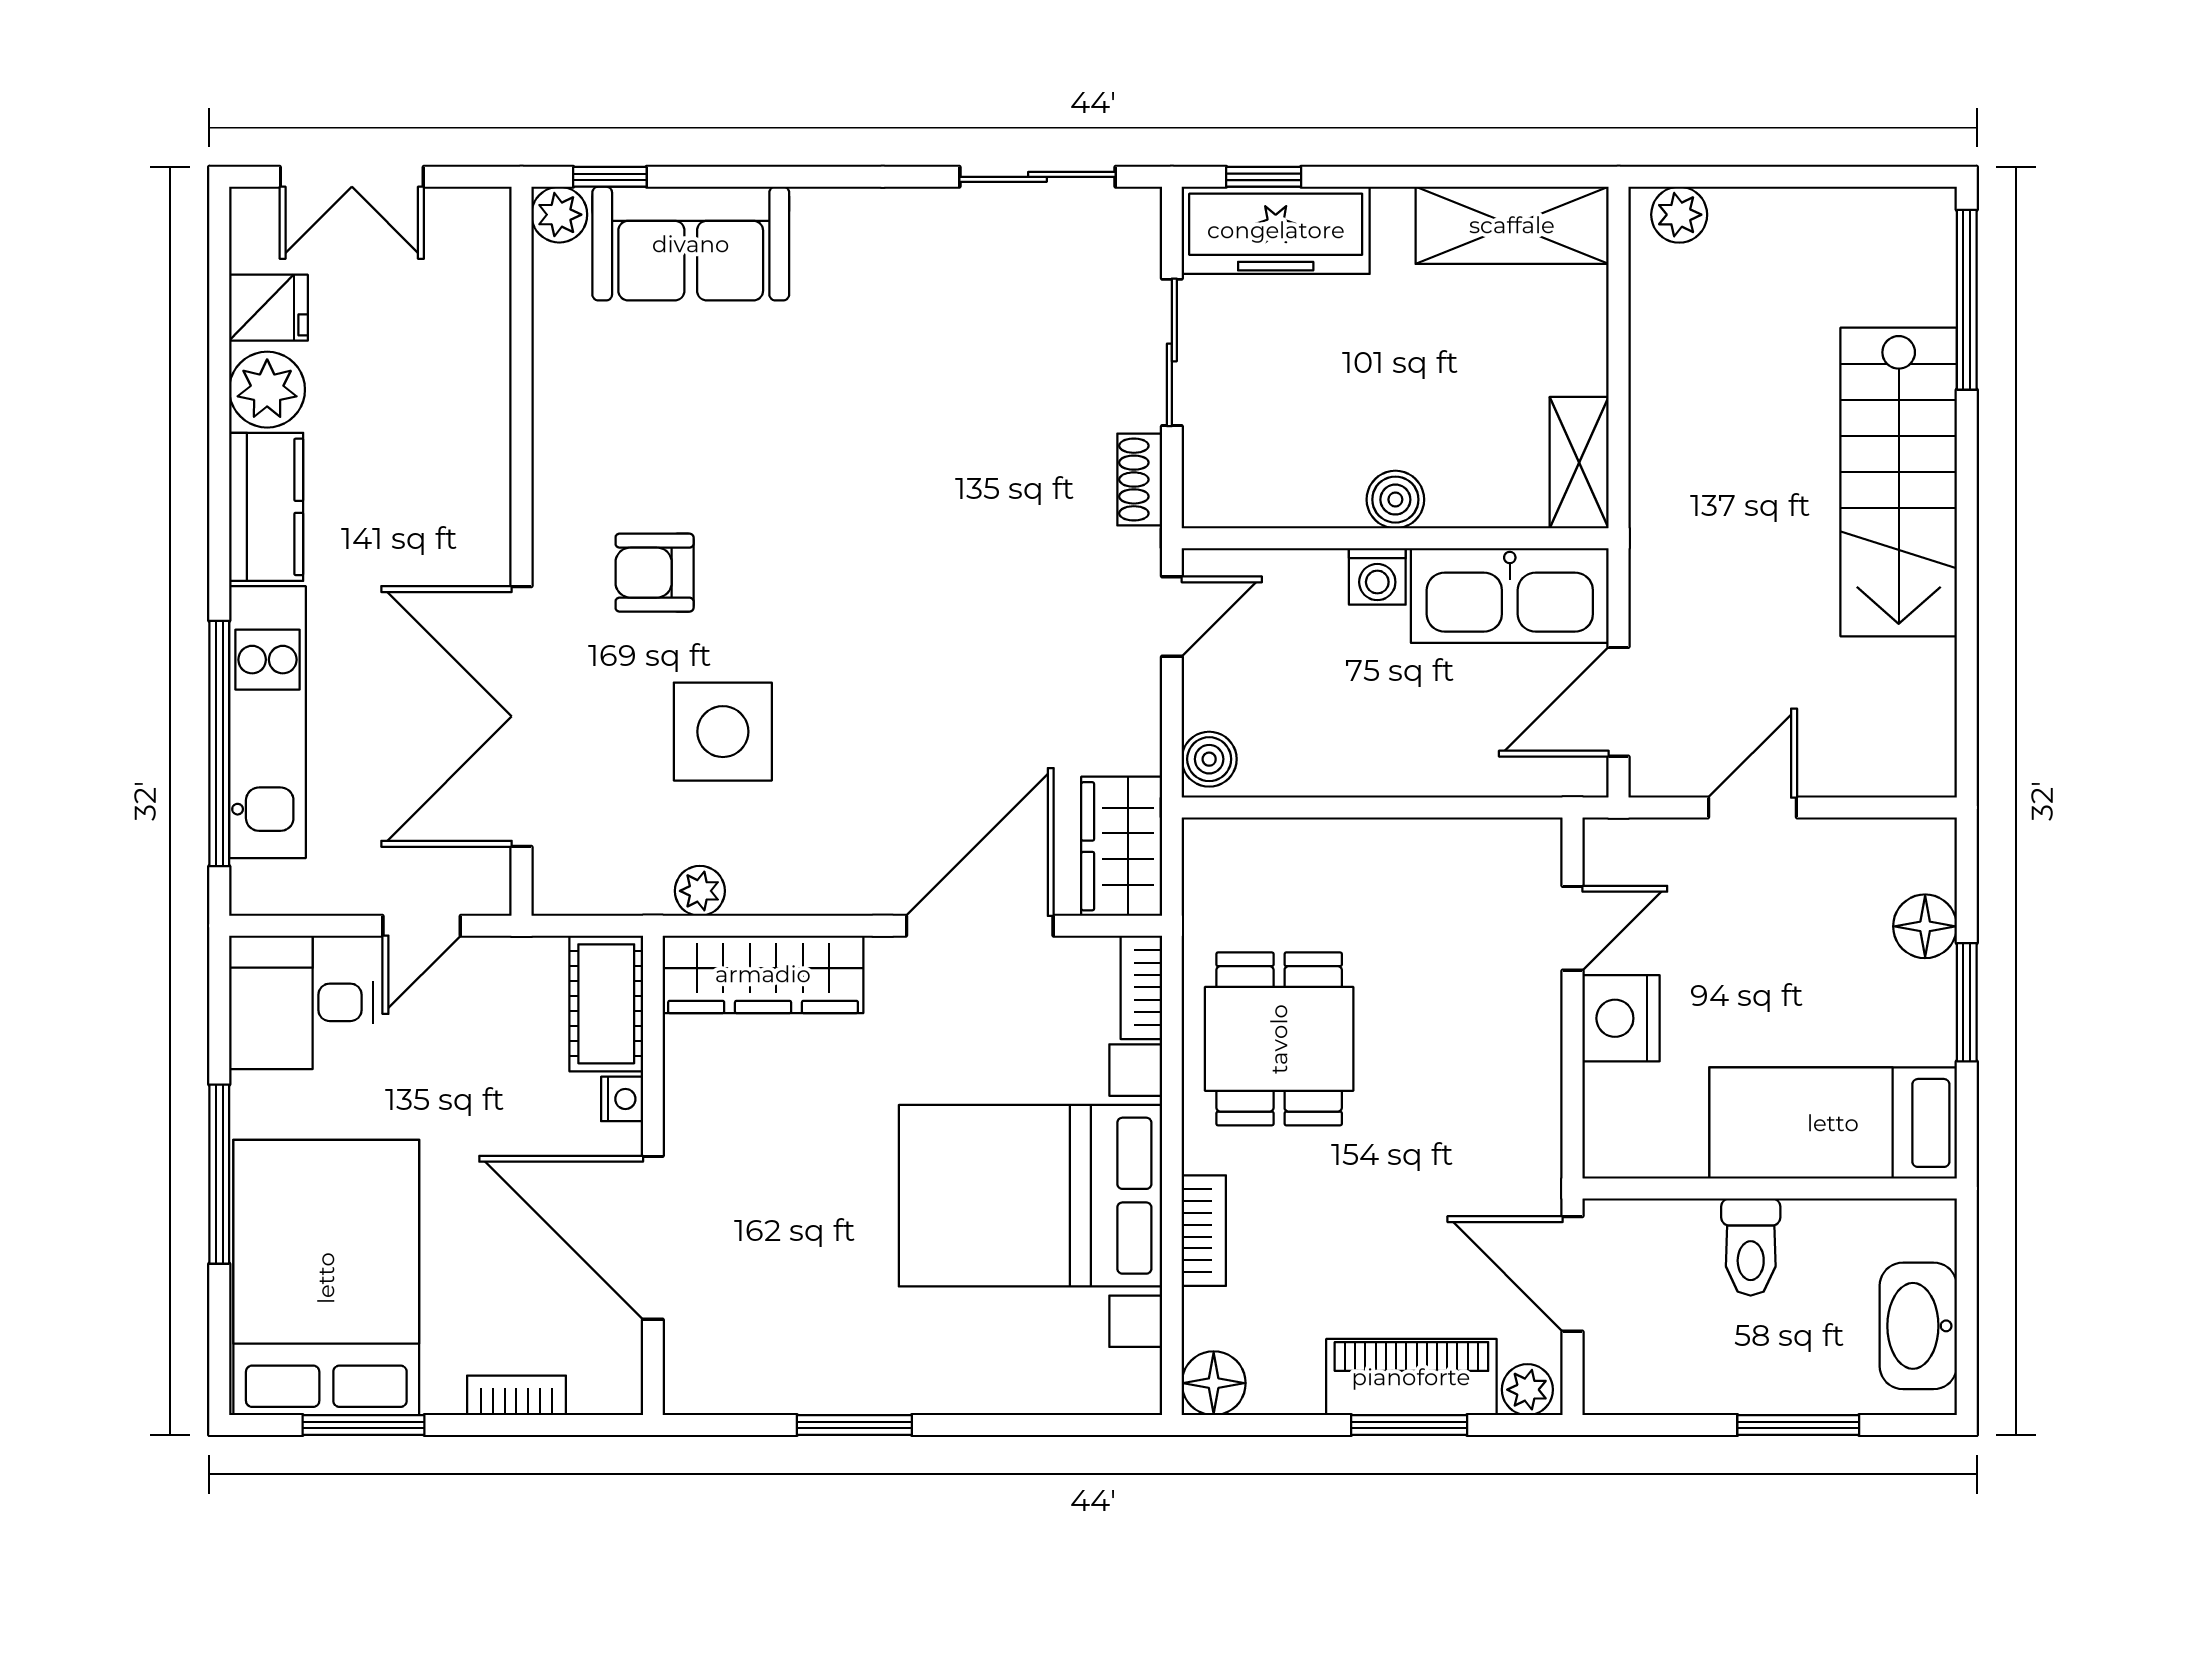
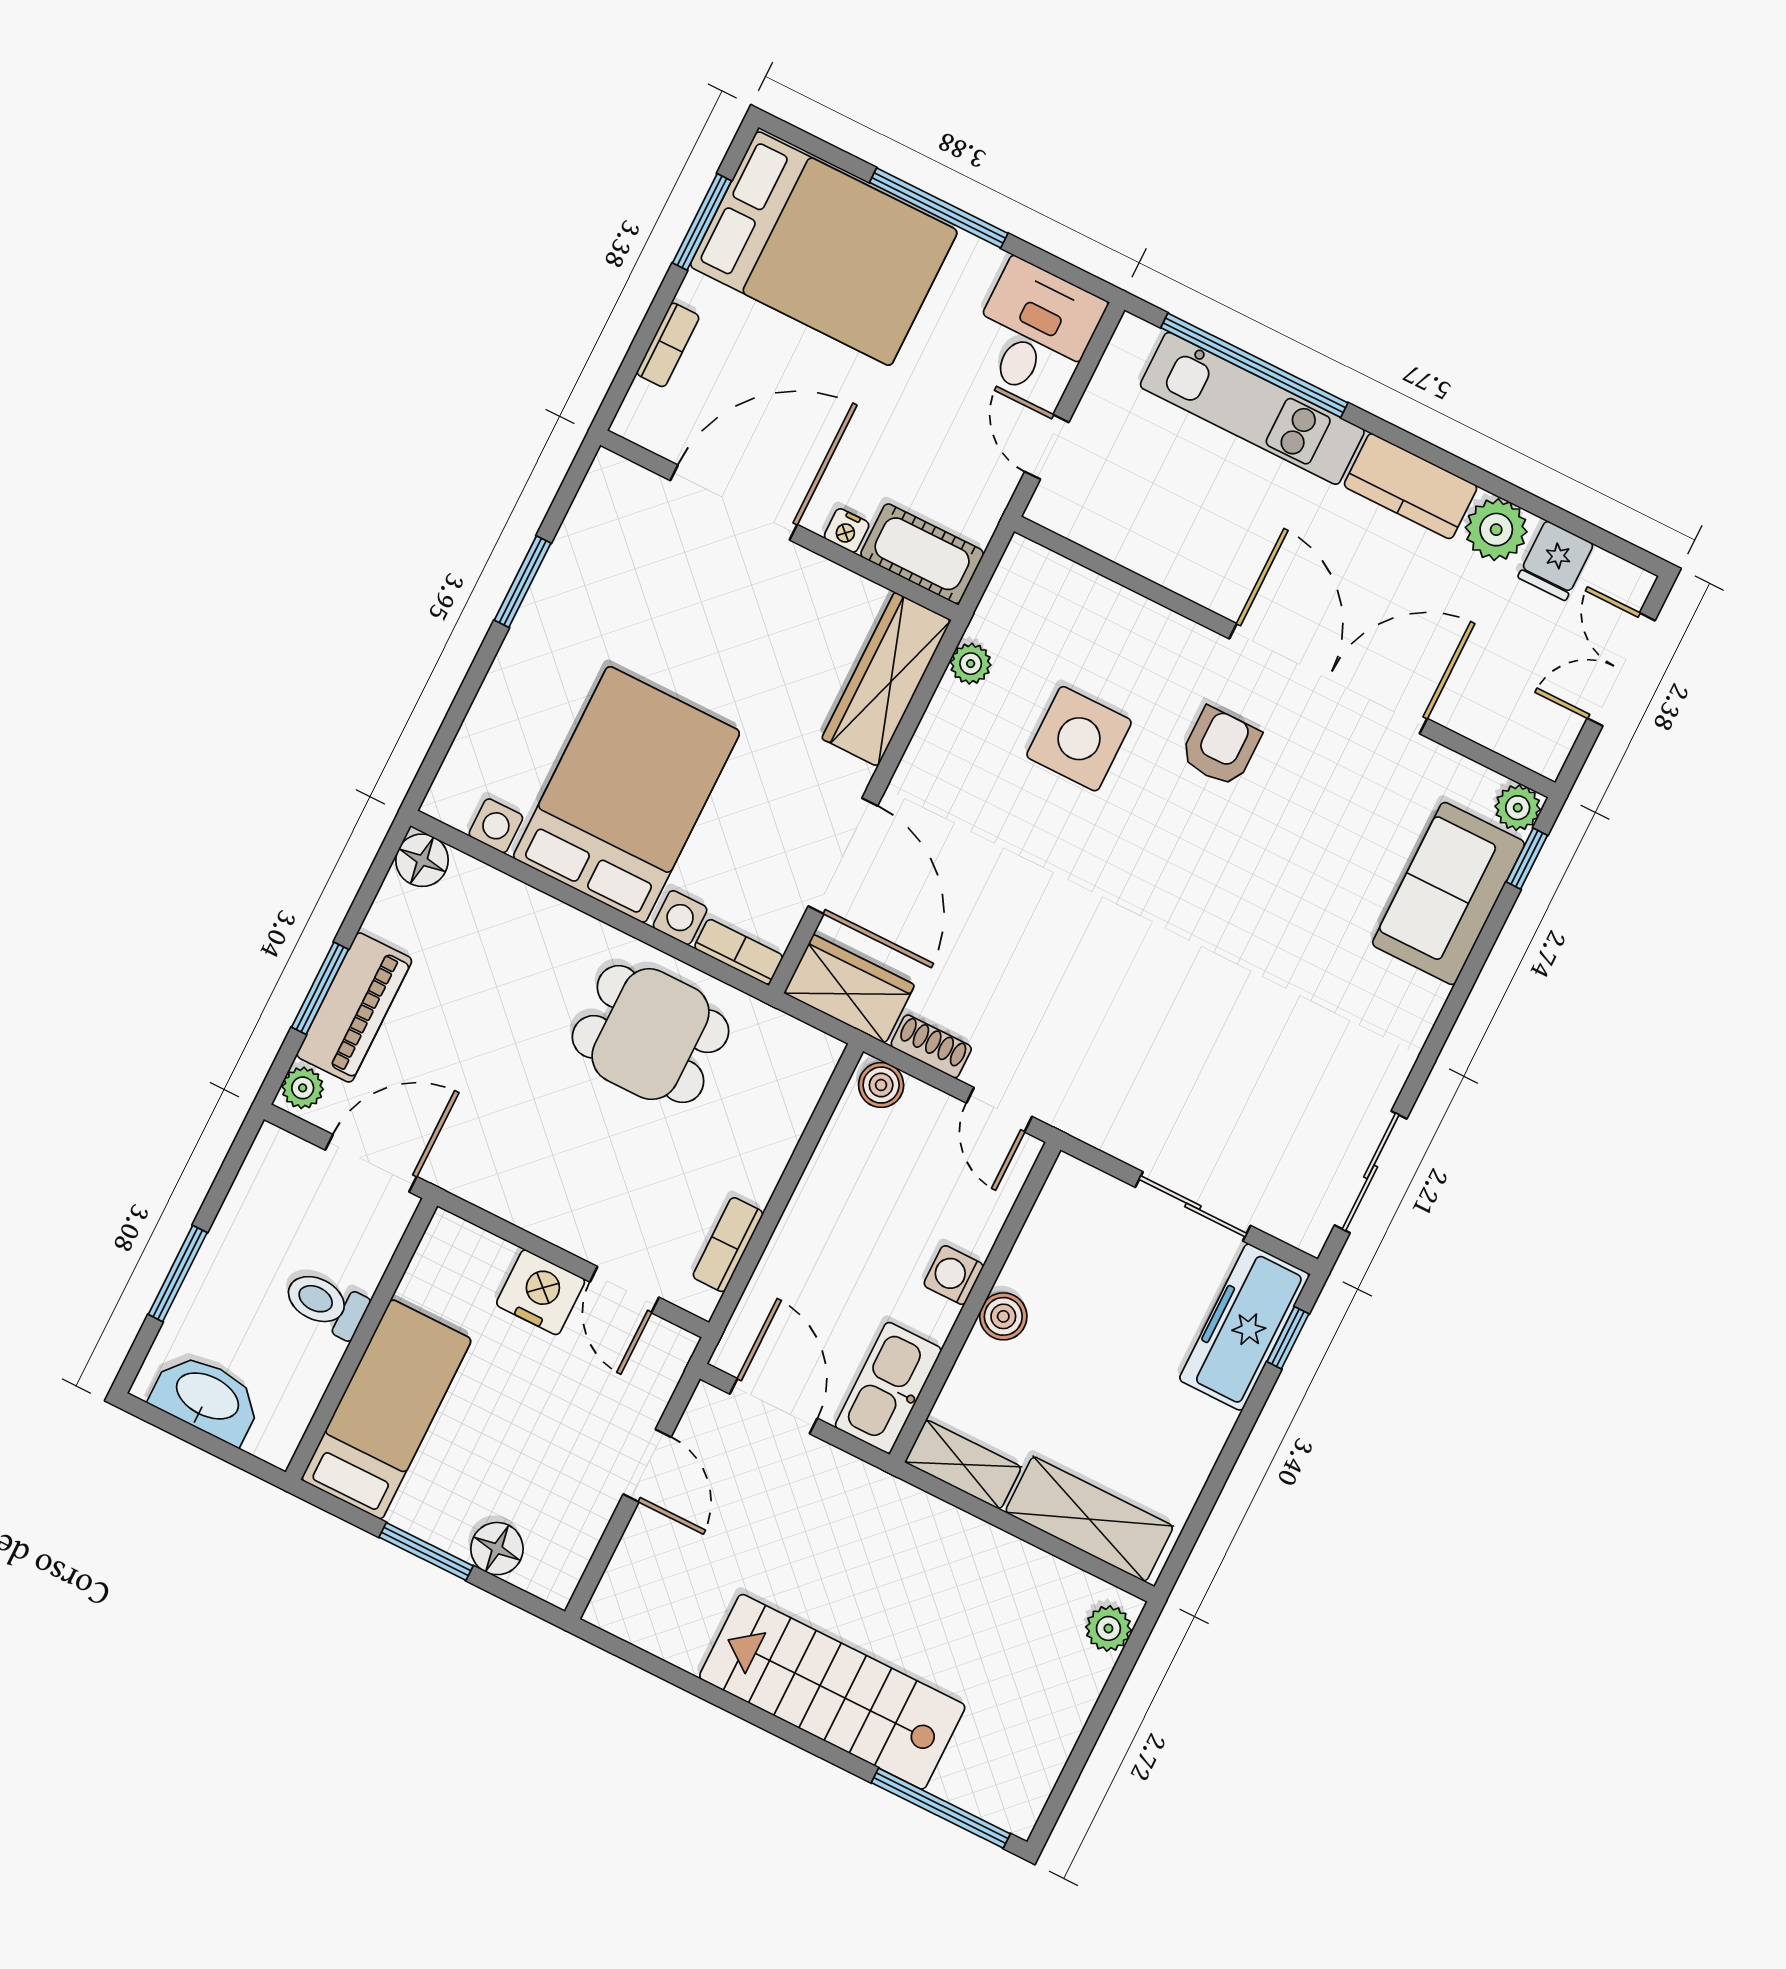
shelving: (1512, 225) -> (1089, 1519), moved, turned 90
shoe rack: (1140, 480) -> (931, 1046), moved
kitchen sink: (1510, 595) -> (888, 1388), width x0.73, depth x0.81
double door: (521, 716) -> (1328, 679), moved
bookcase: (1204, 1231) -> (728, 1245), moved, turned 90

